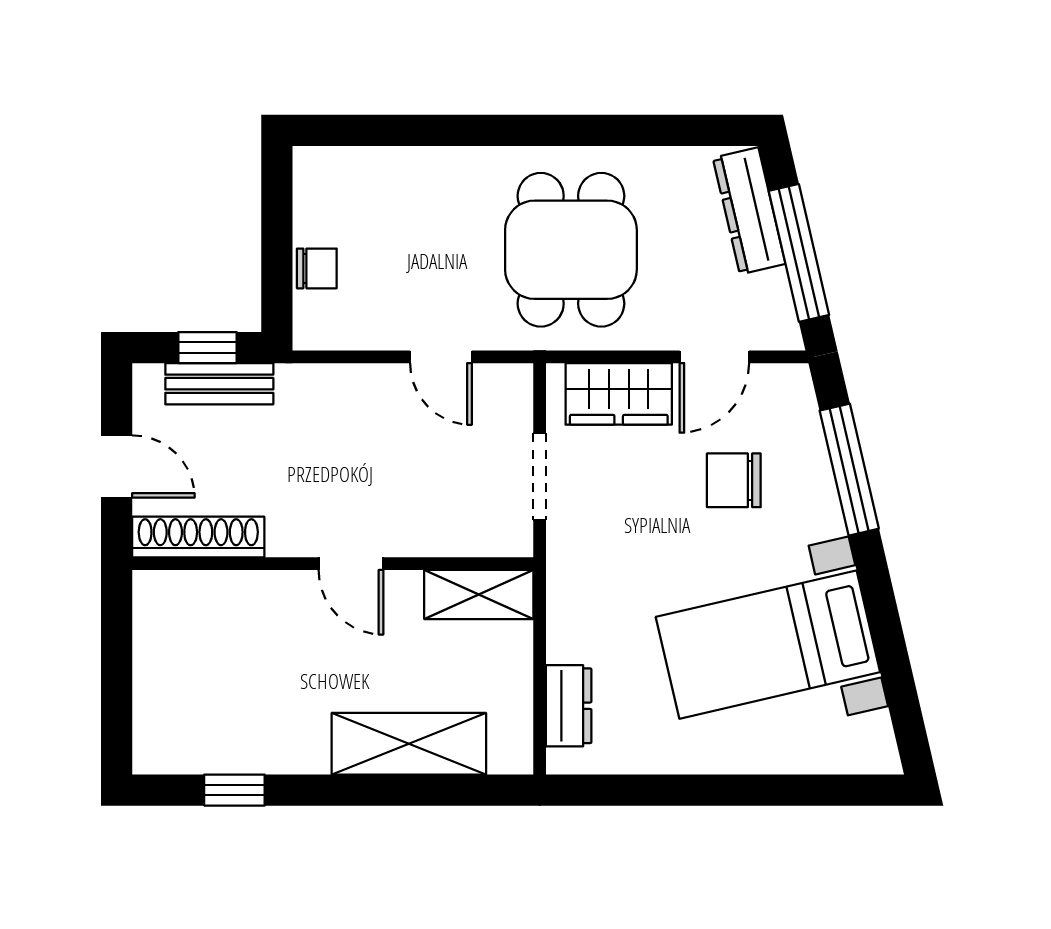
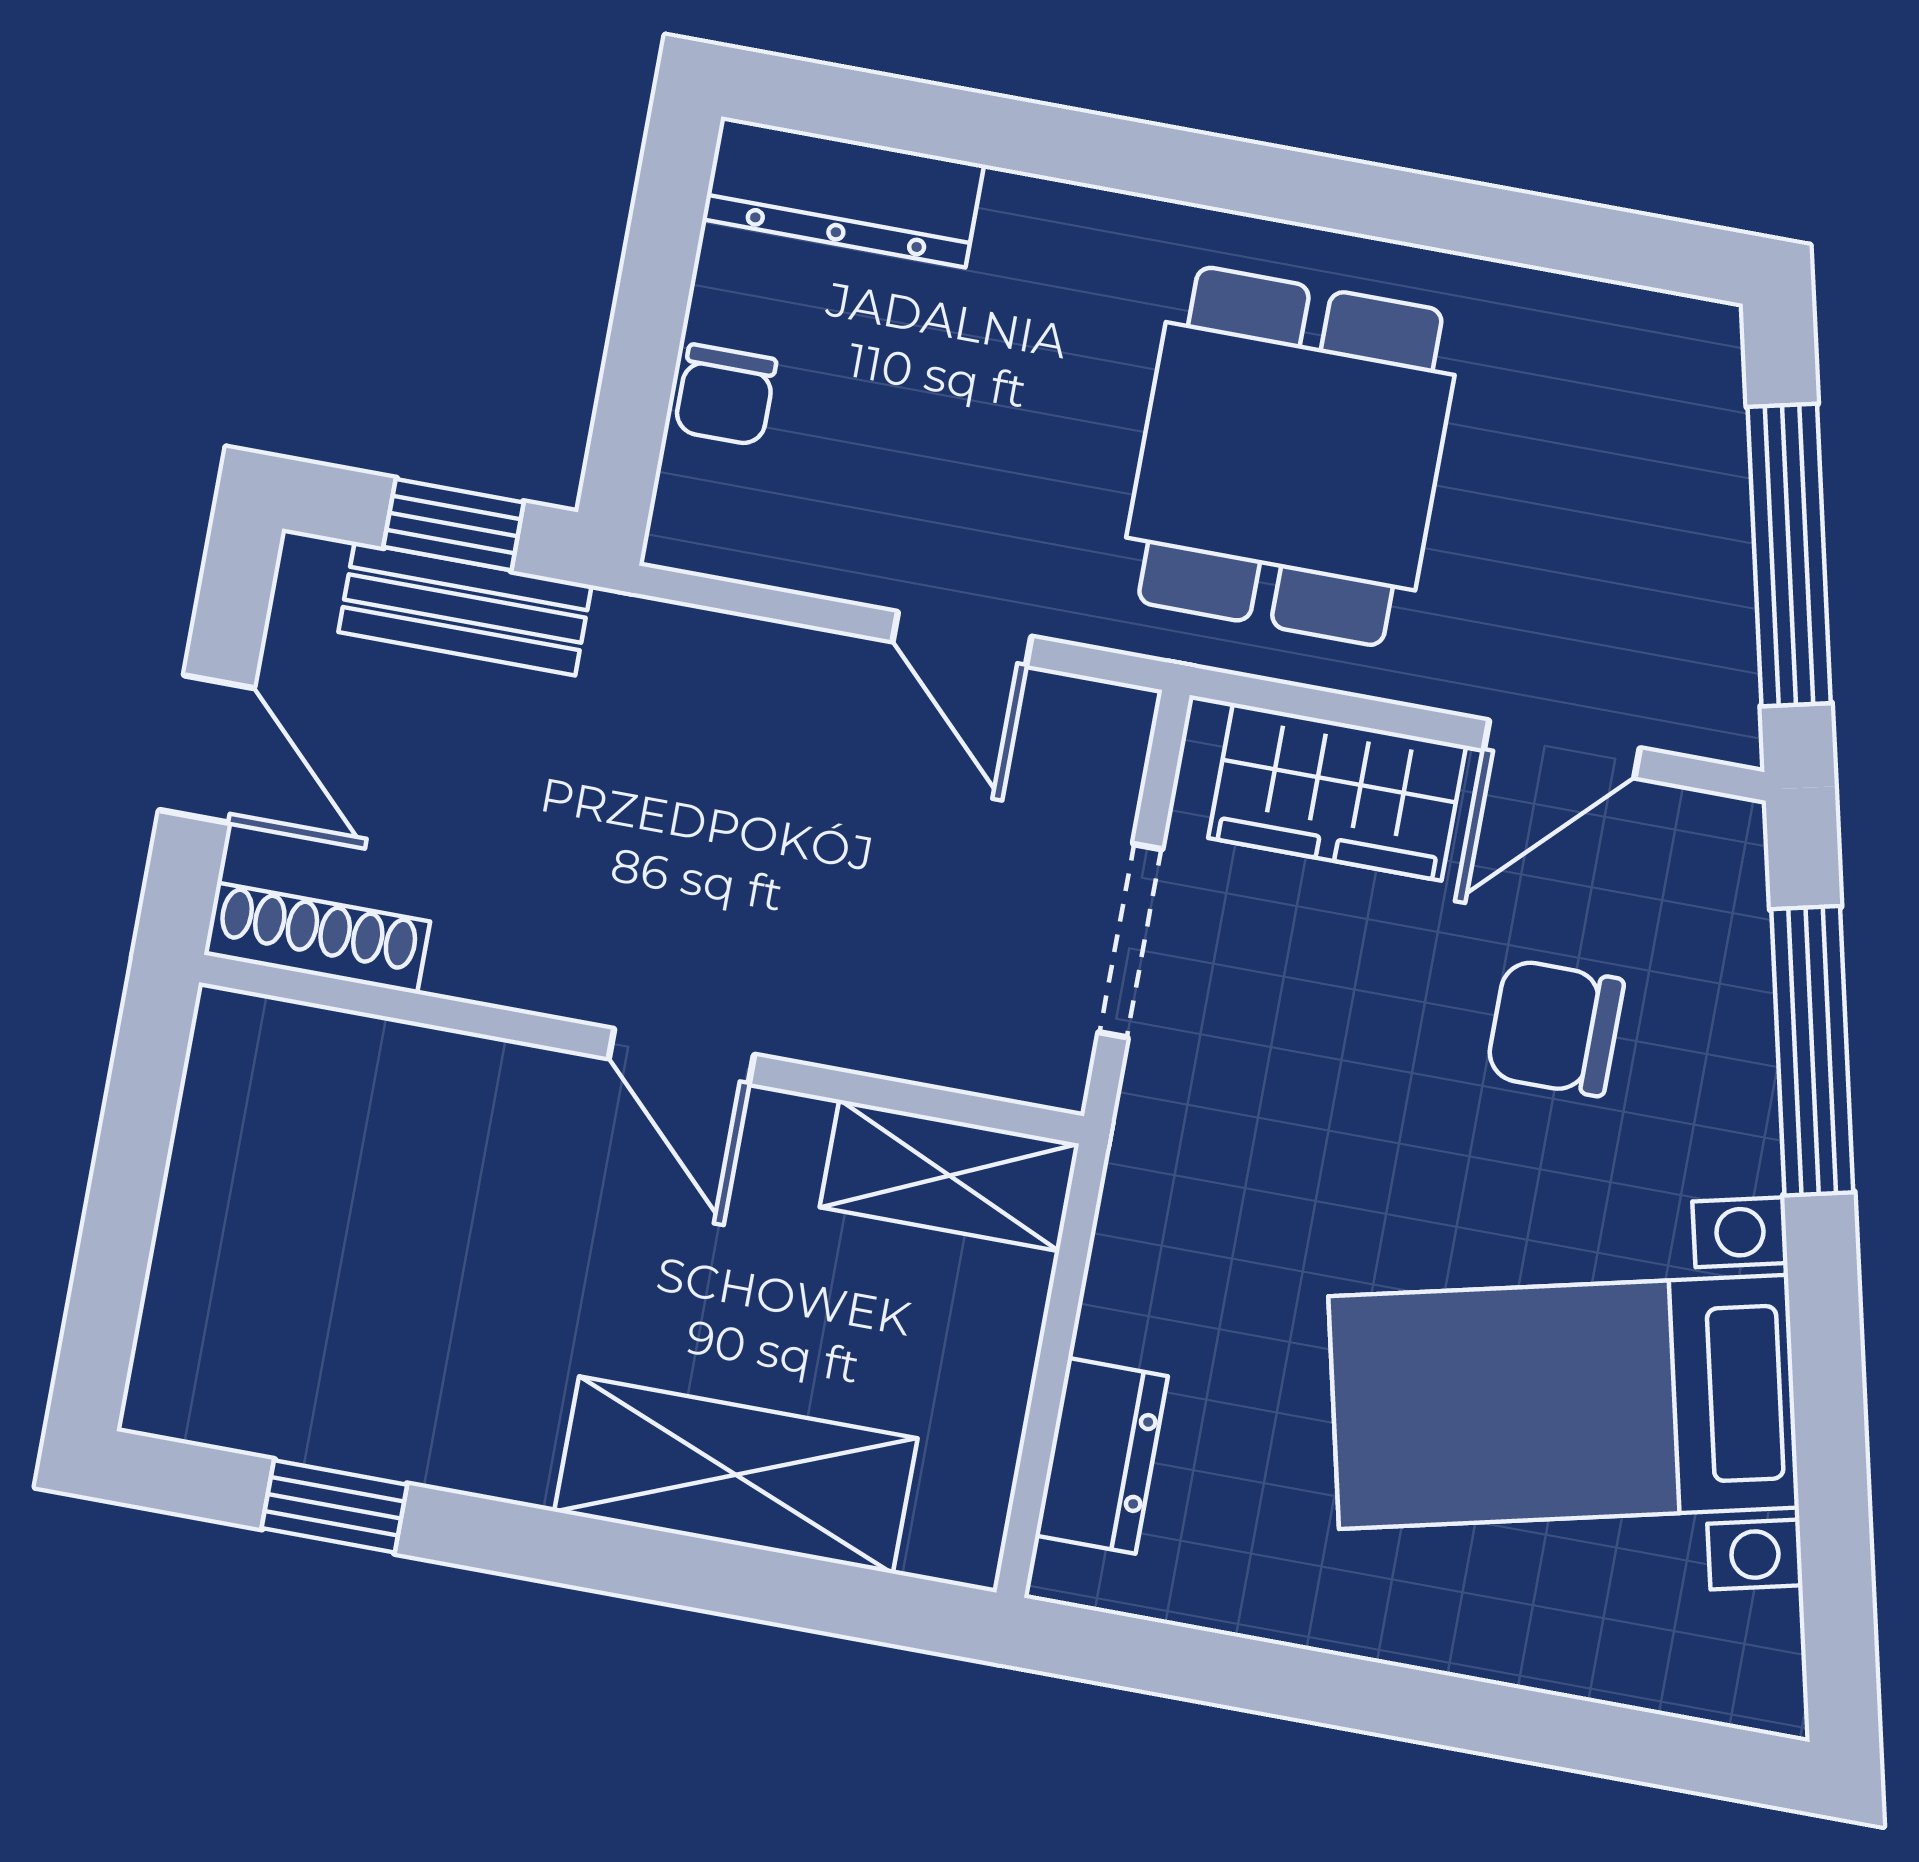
dresser: (749, 211) -> (843, 192), moved, turned -77
chair: (317, 268) -> (725, 395), turned 90
shoe rack: (198, 537) -> (317, 938), width x0.74, depth x0.81

